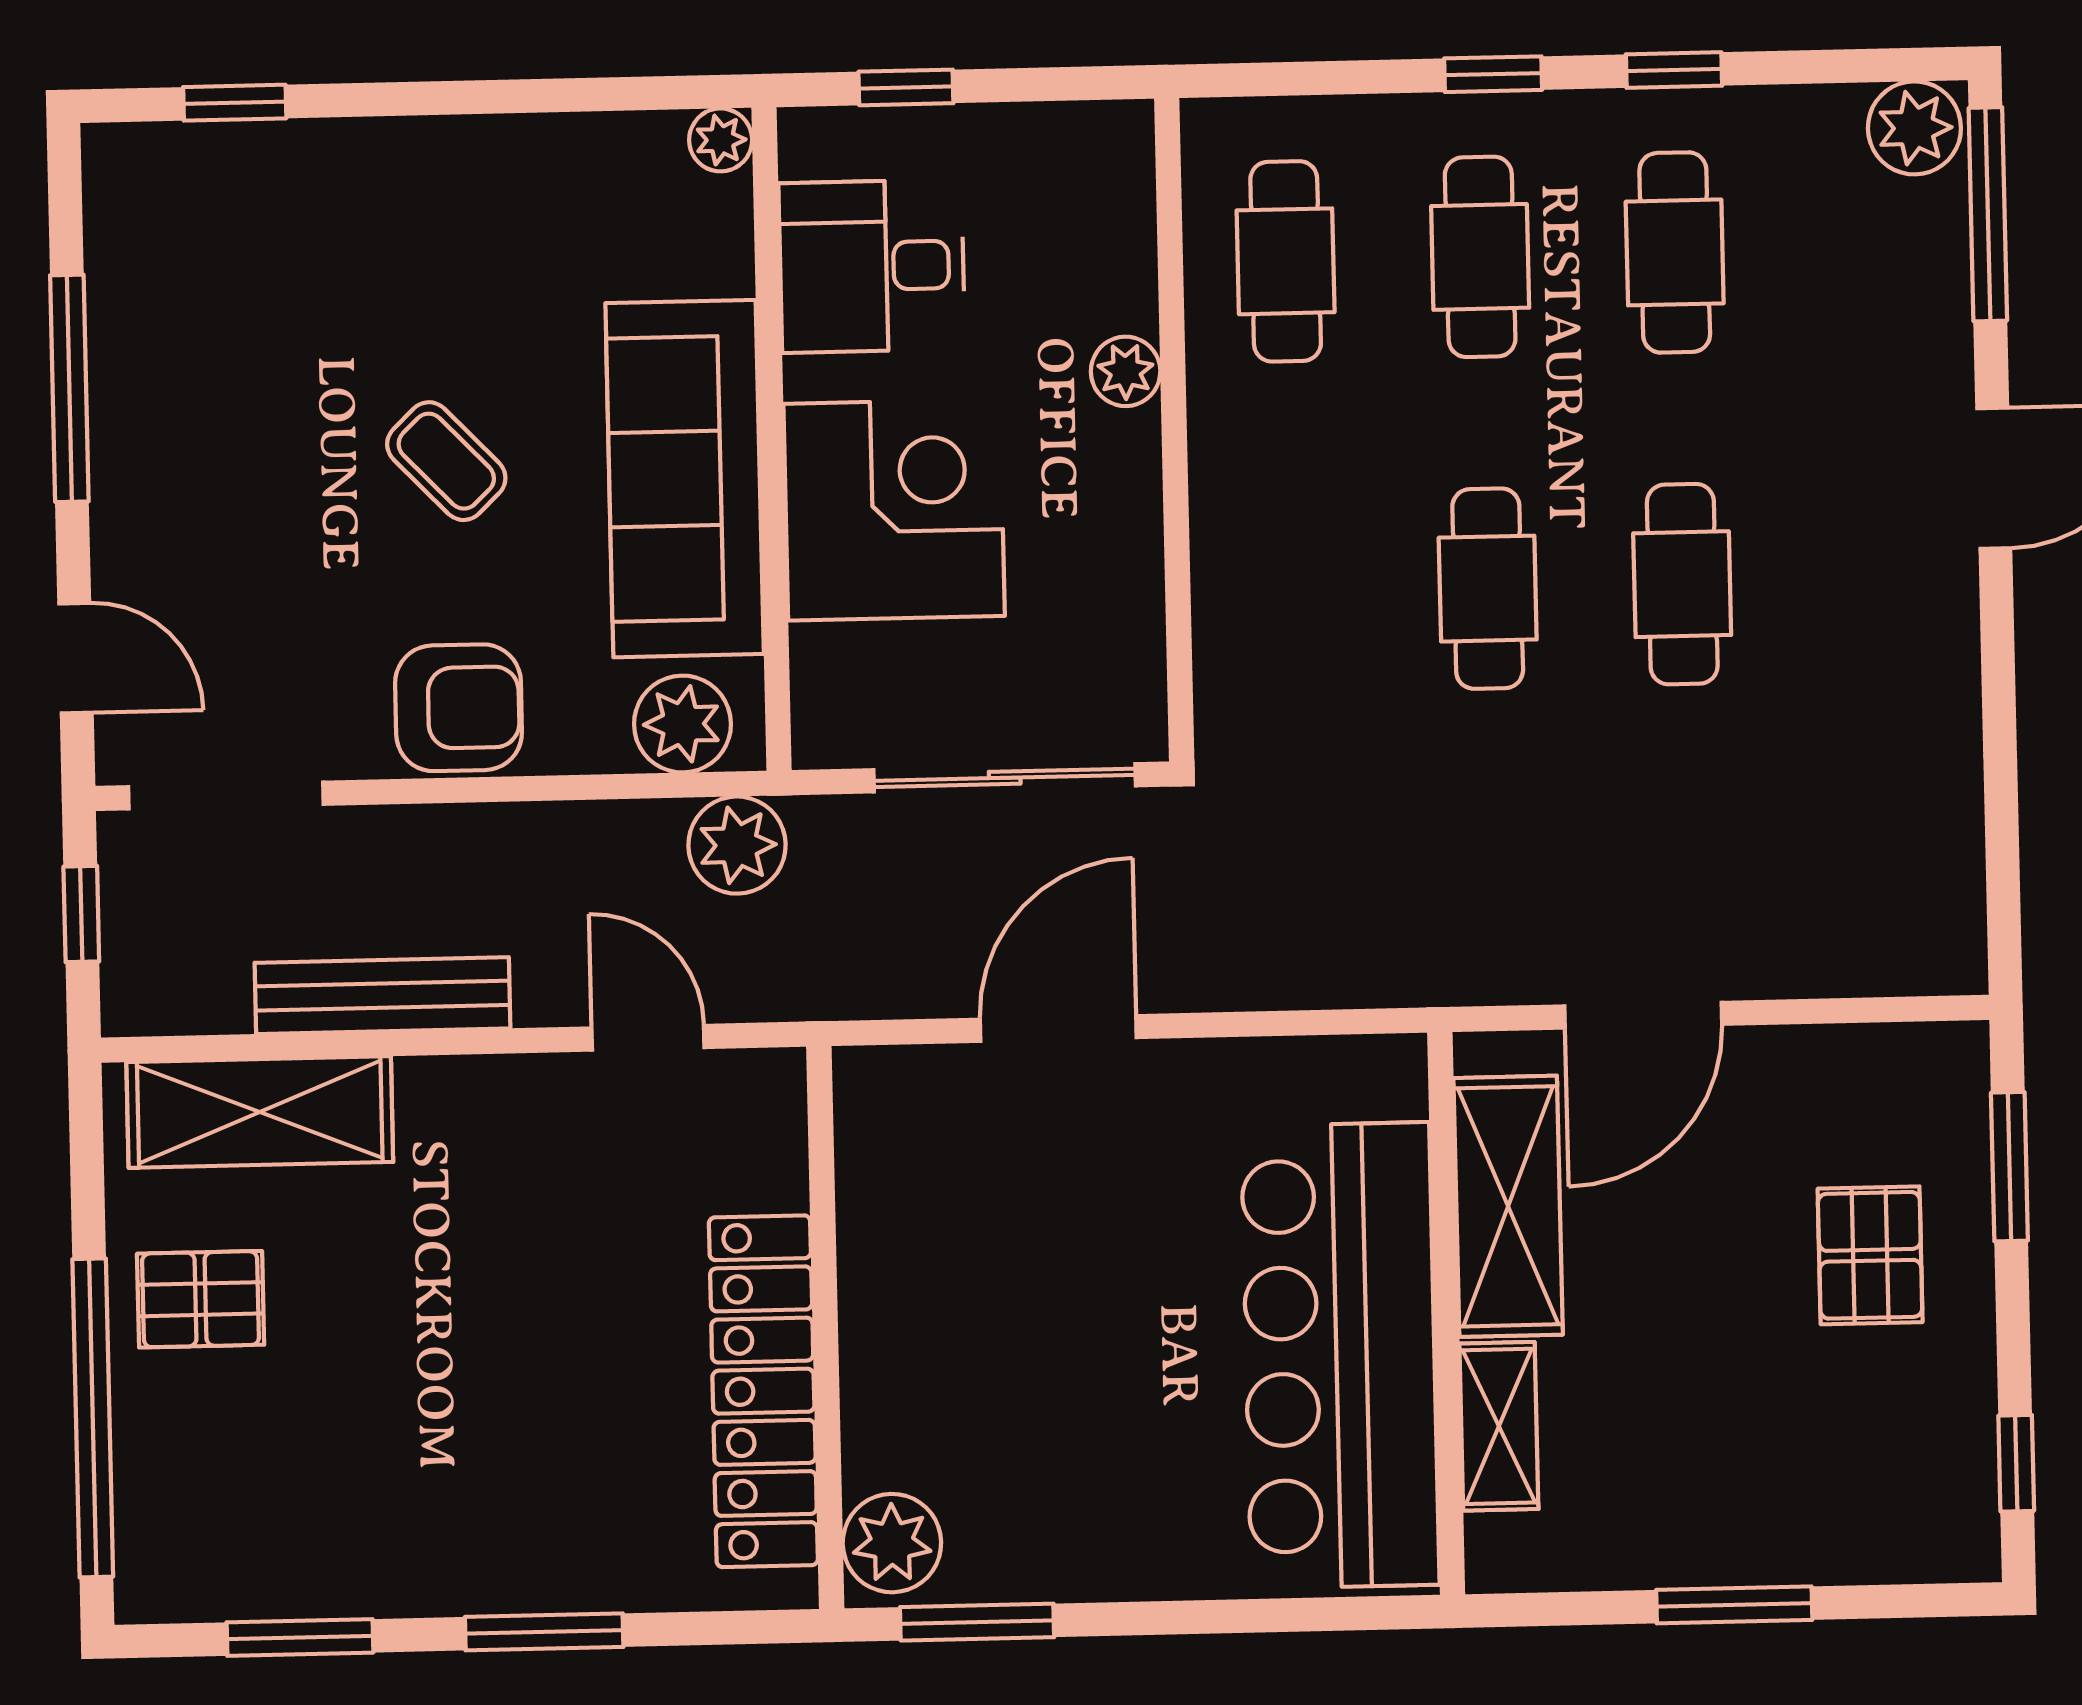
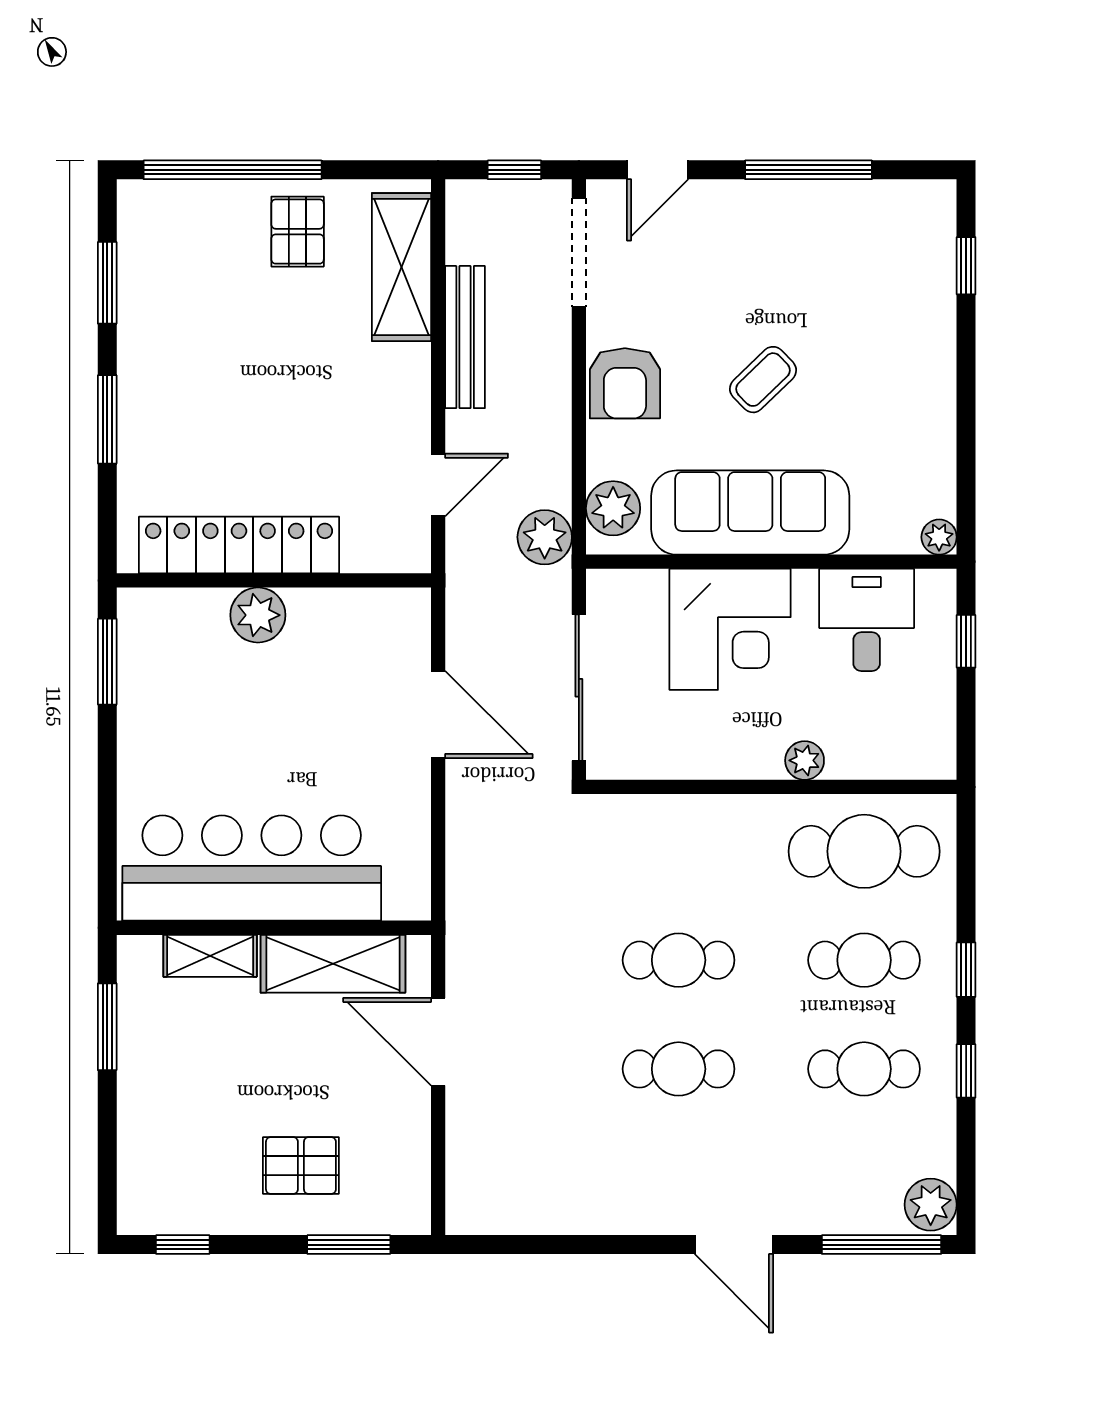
cafe table: (1286, 261) -> (864, 851), width x1.37, depth x1.35
plant: (892, 1543) -> (258, 615), moved
window: (1734, 1605) -> (107, 1027), moved

